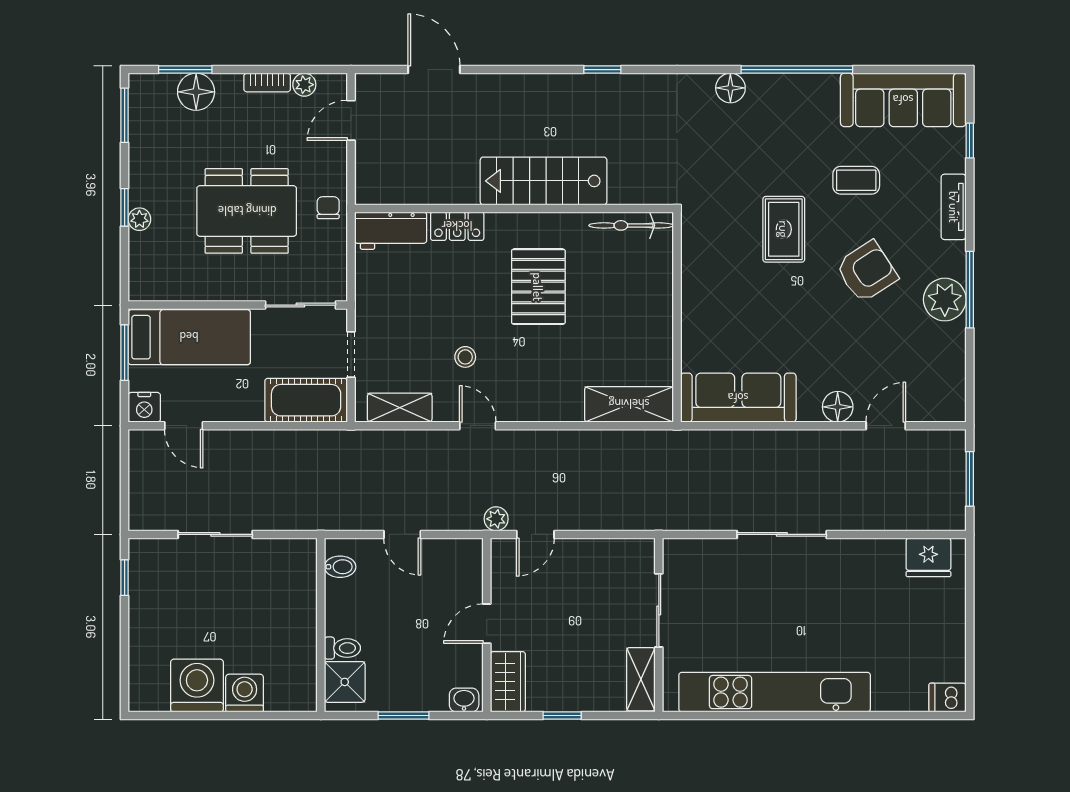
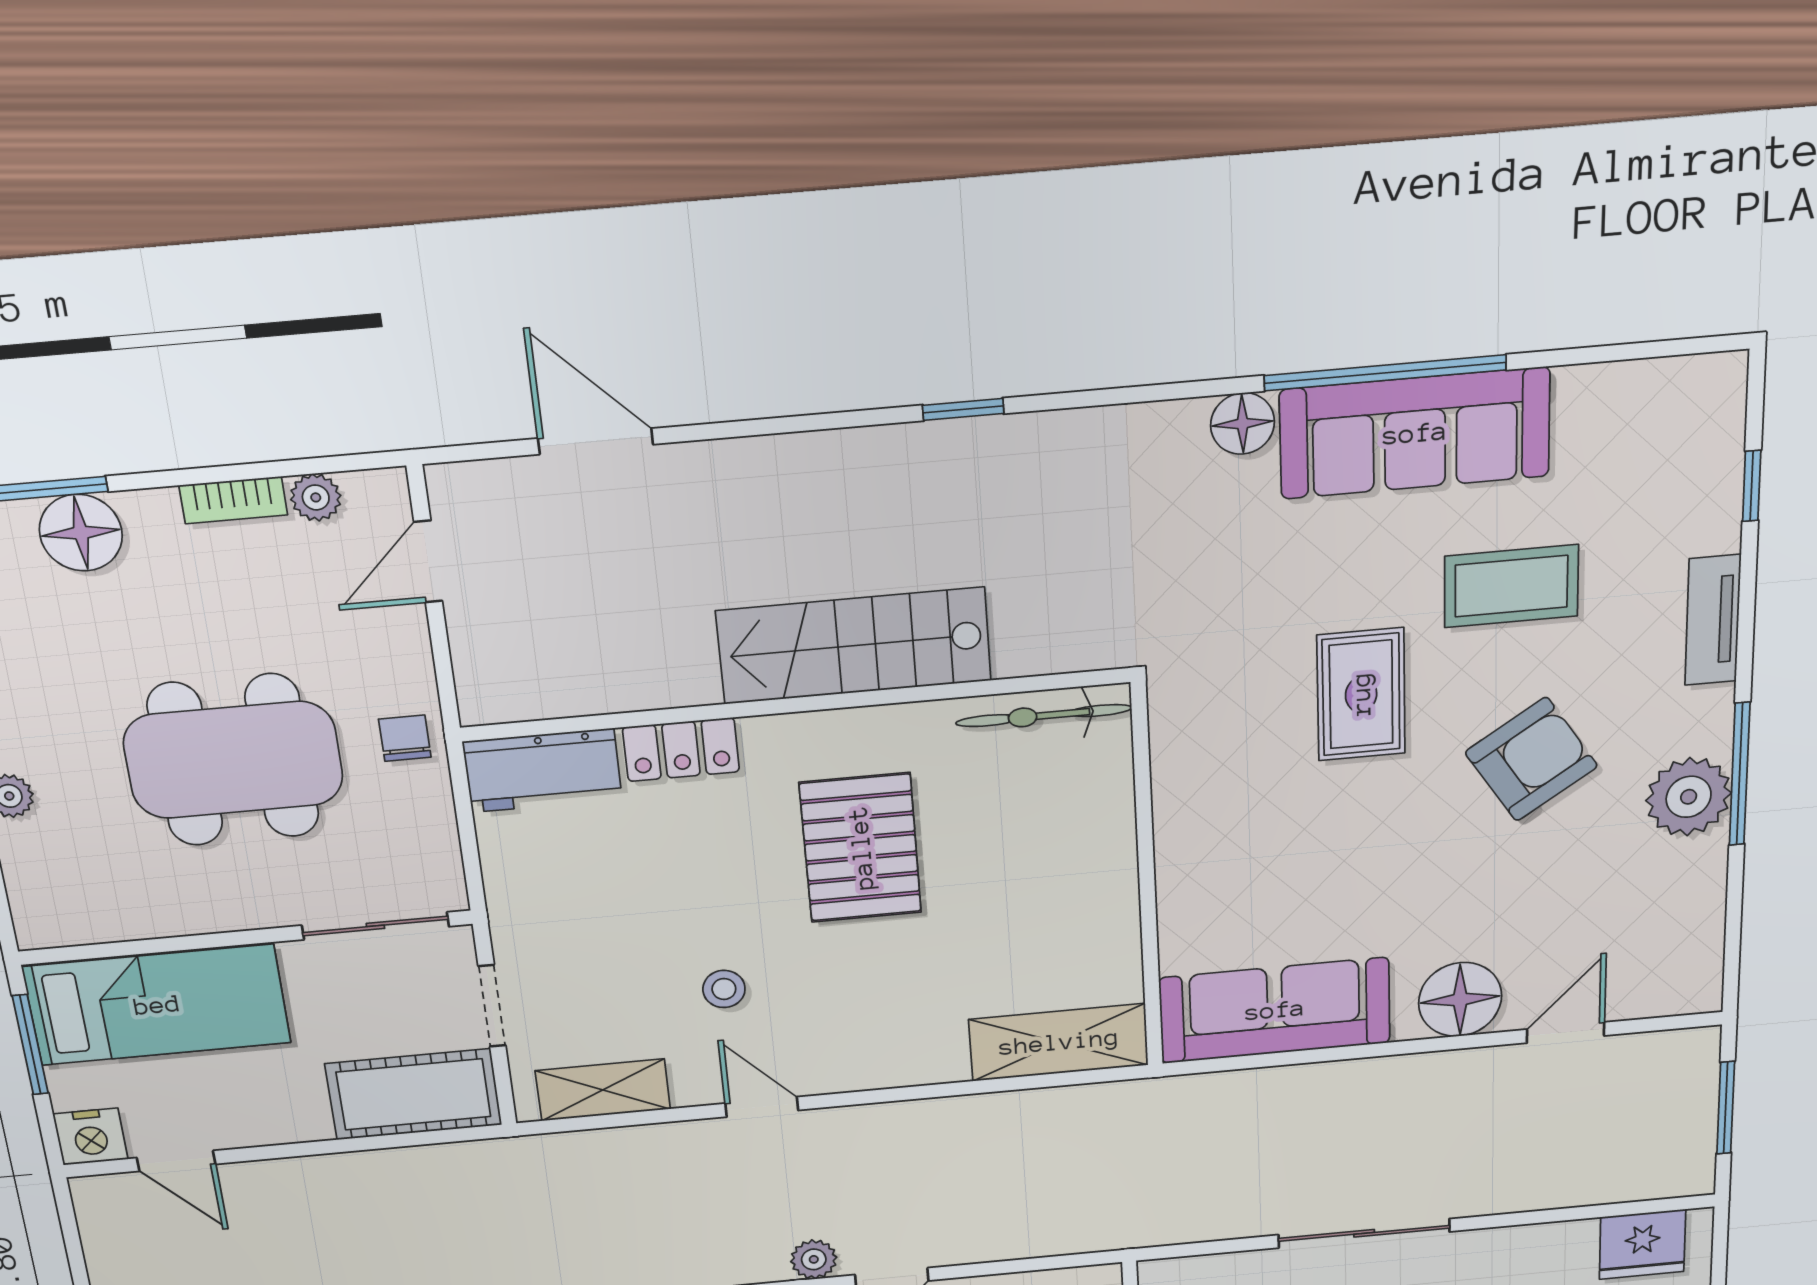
sofa: (903, 100) -> (1415, 433), moved
coffee table: (856, 180) -> (1511, 586), width x1.36, depth x1.30
floor lamp: (838, 407) -> (1460, 999), width x1.38, depth x1.38

